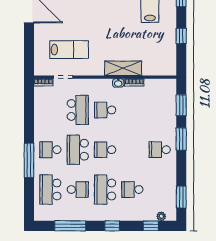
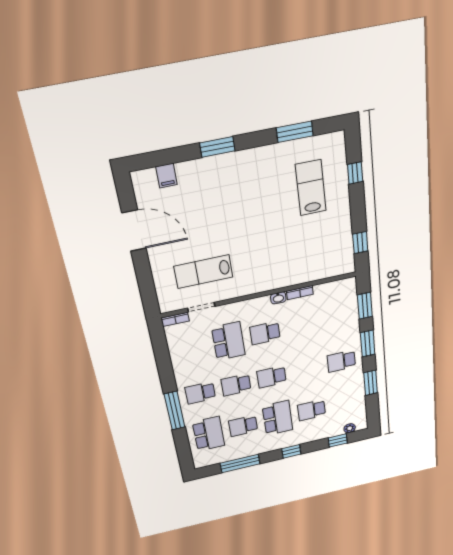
window: (181, 36) -> (360, 243), moved
lab bench: (69, 50) -> (203, 272), turned 180
shelving: (123, 68) -> (283, 279), removed
school desk: (78, 150) -> (236, 385), width x0.54
school desk: (50, 190) -> (209, 434), turned 180
school desk: (78, 190) -> (243, 426), turned 180
school desk: (105, 190) -> (278, 418), turned 180
window: (181, 197) -> (371, 383), moved

